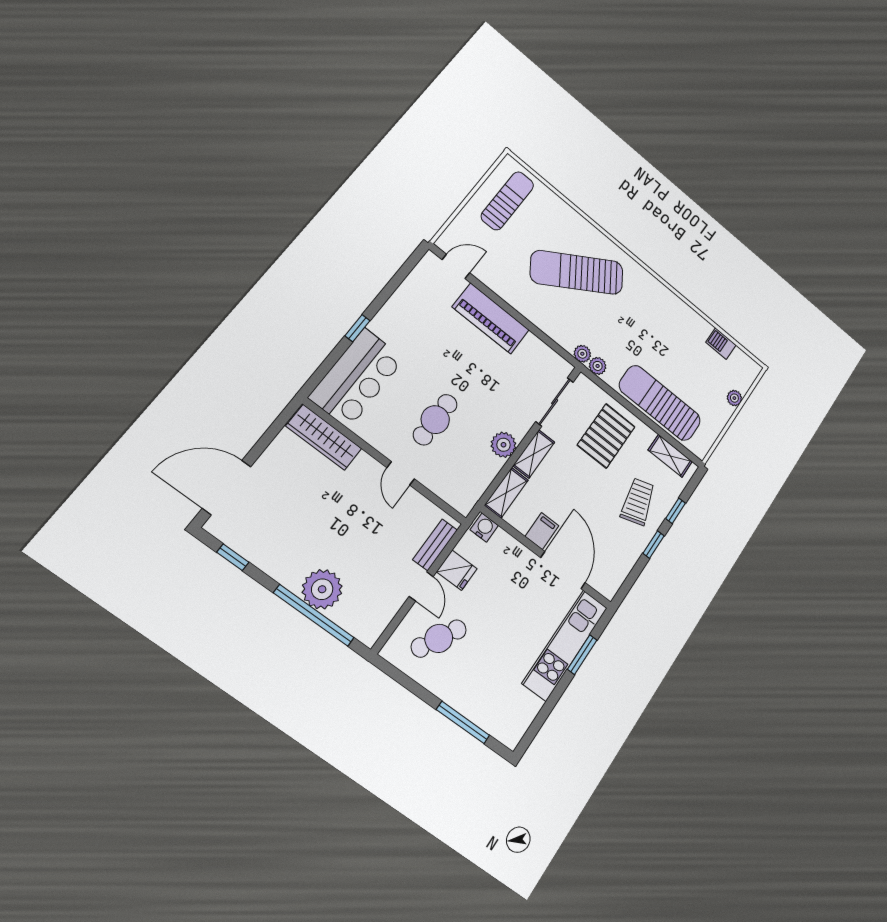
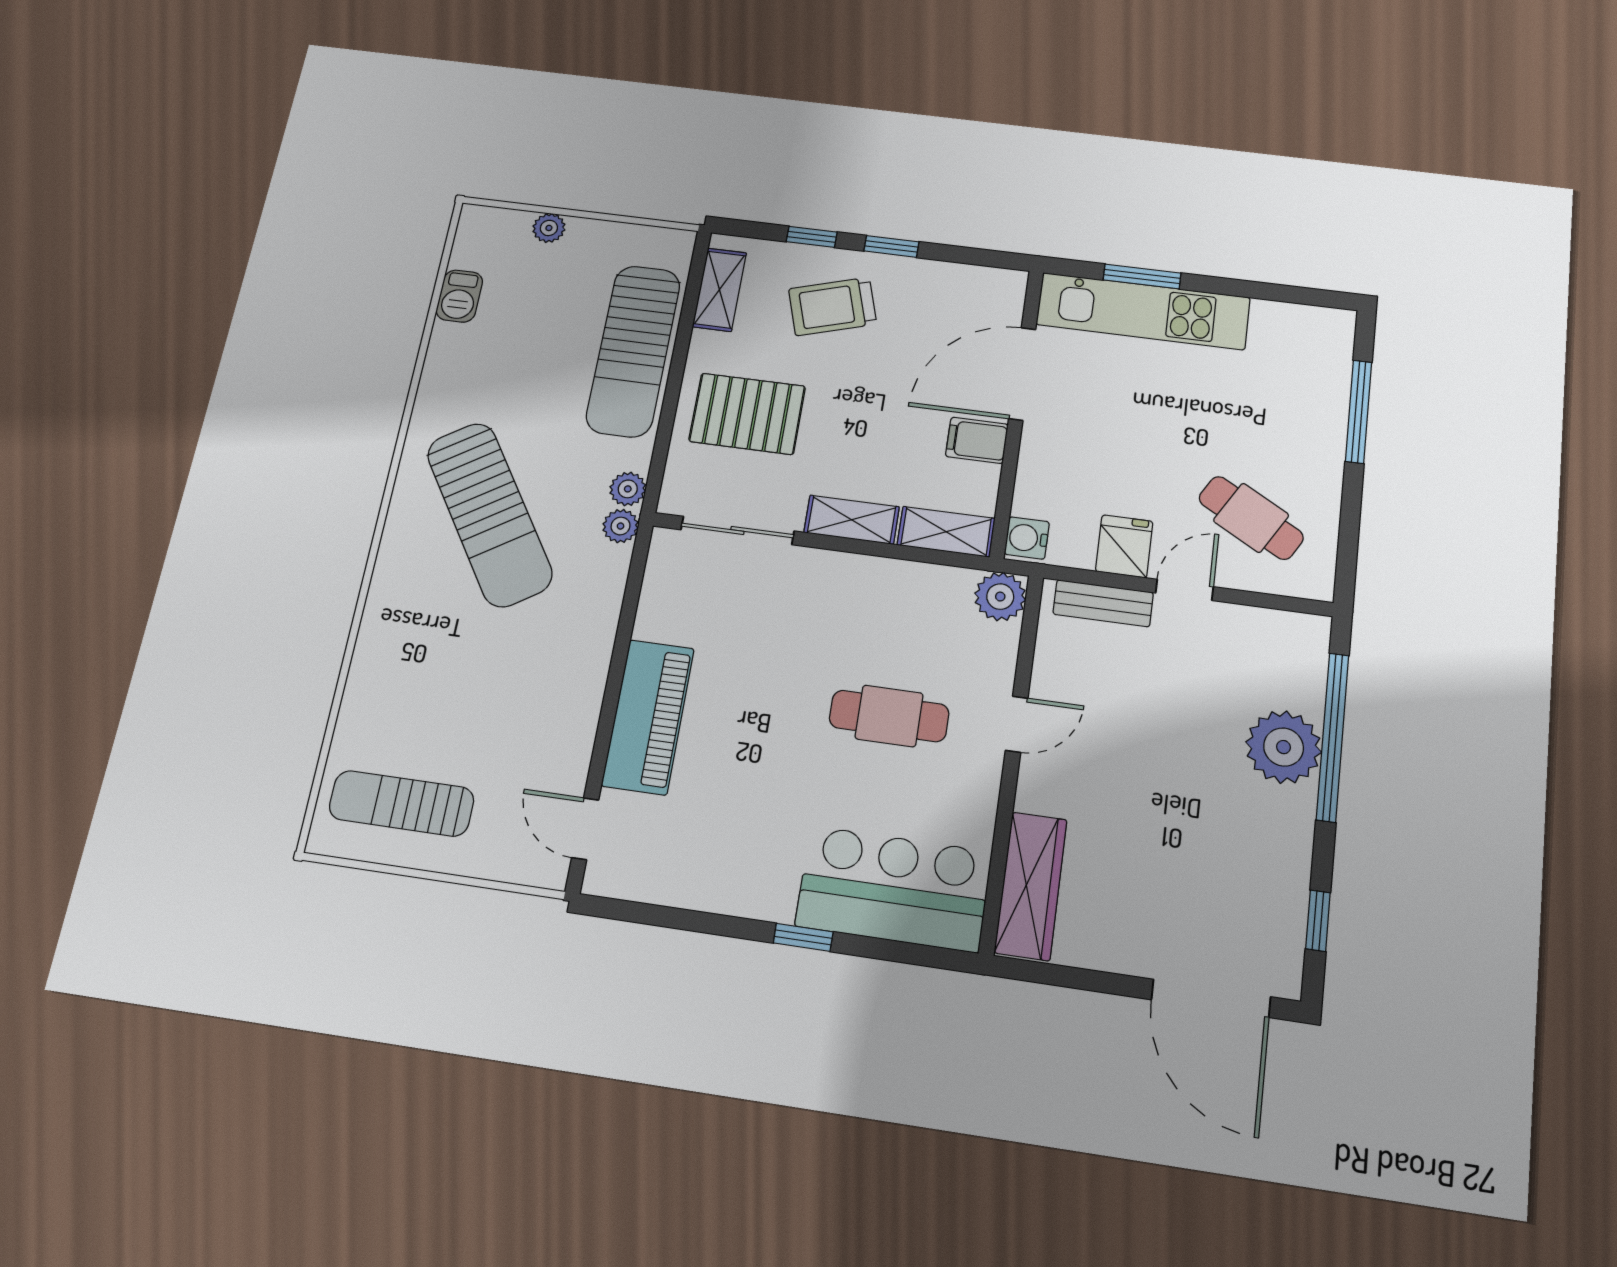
sun lounger: (577, 272) -> (489, 514), moved
plant: (503, 445) -> (1000, 597), moved

